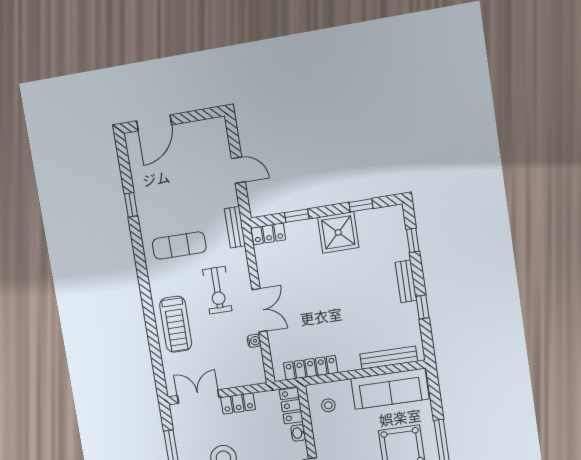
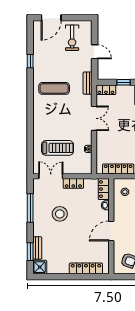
exercise bike: (217, 290) -> (72, 38), moved
double door: (259, 310) -> (94, 118), moved
treadmill: (176, 324) -> (58, 148), moved, turned -90

